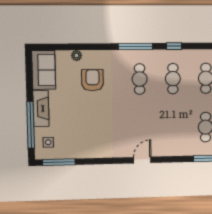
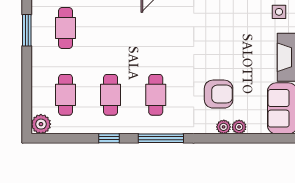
plant: (88, 55) -> (224, 127), added
armchair: (93, 80) -> (219, 94), turned -90

